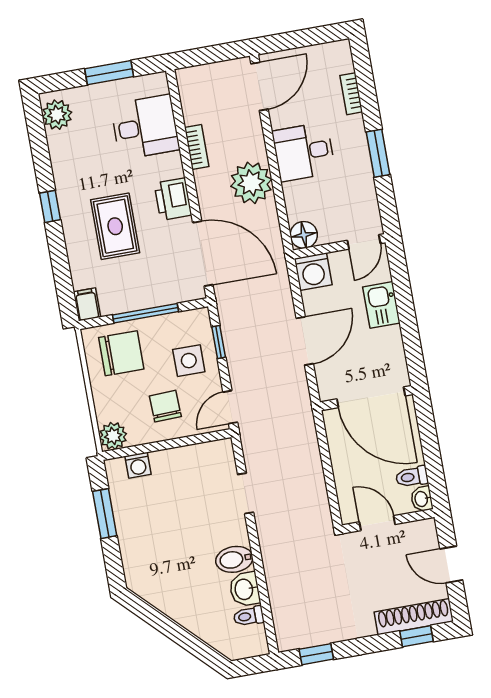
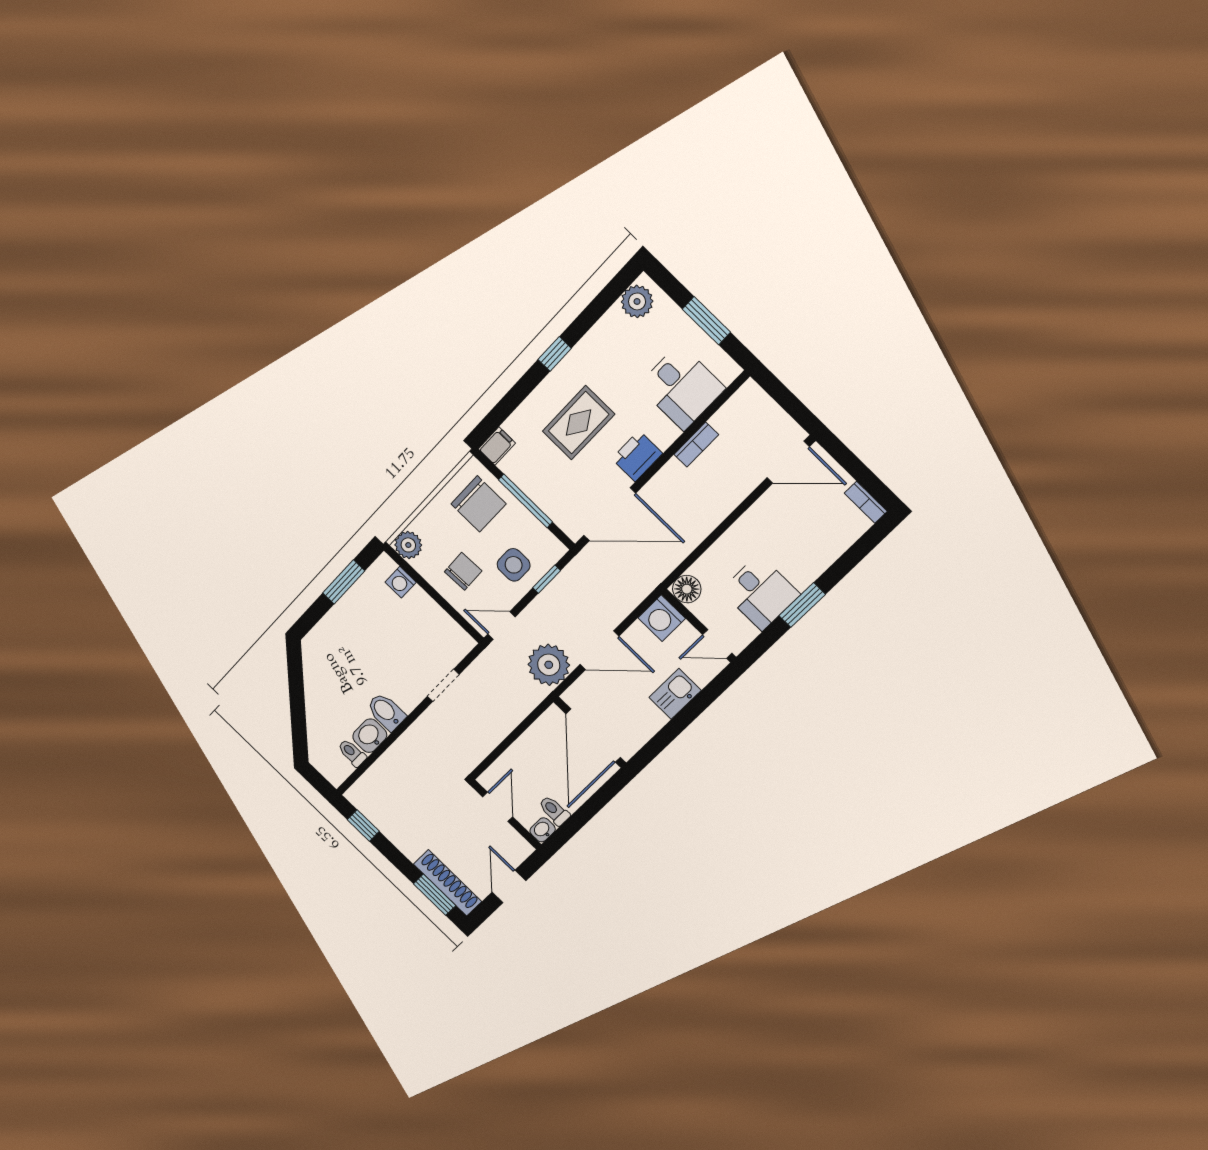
bookcase: (351, 94) -> (866, 502), moved, turned -90
desk: (304, 152) -> (760, 592), moved, turned 180
plant: (251, 183) -> (549, 665), moved
door: (203, 254) -> (610, 514), hinge flipped
window: (417, 636) -> (435, 895), width x1.50

